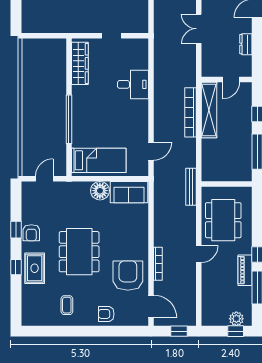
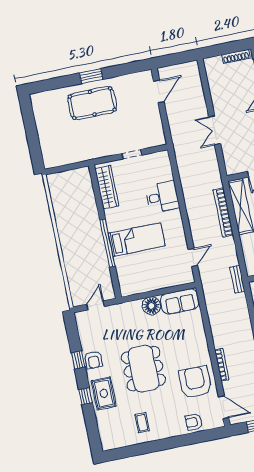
bed: (99, 160) -> (137, 240), moved
bench: (191, 187) -> (237, 279), width x0.73
armchair: (106, 314) -> (194, 422), moved

